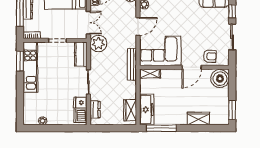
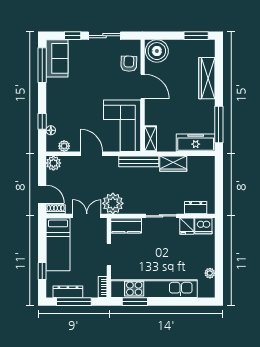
kitchen unit: (30, 67) -> (154, 289), width x1.36
wardrobe: (130, 110) -> (173, 164), moved
wardrobe: (198, 119) -> (207, 78), width x1.50

